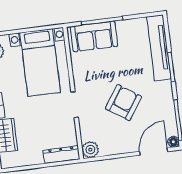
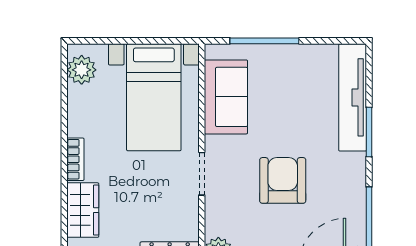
sofa: (94, 36) -> (226, 97), moved, turned -90
armchair: (123, 103) -> (283, 180), turned -34

